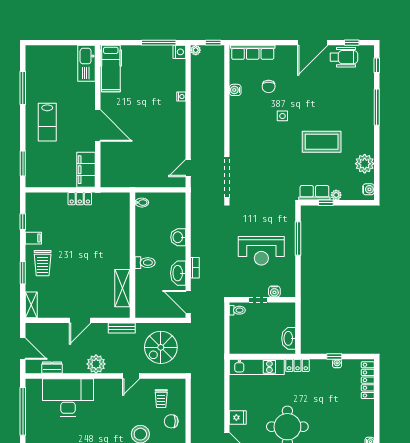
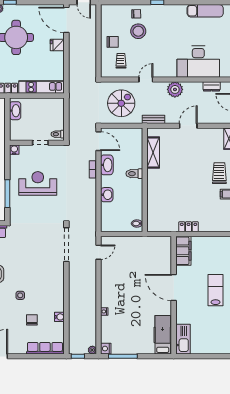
water cooler: (274, 291) -> (14, 150), moved

